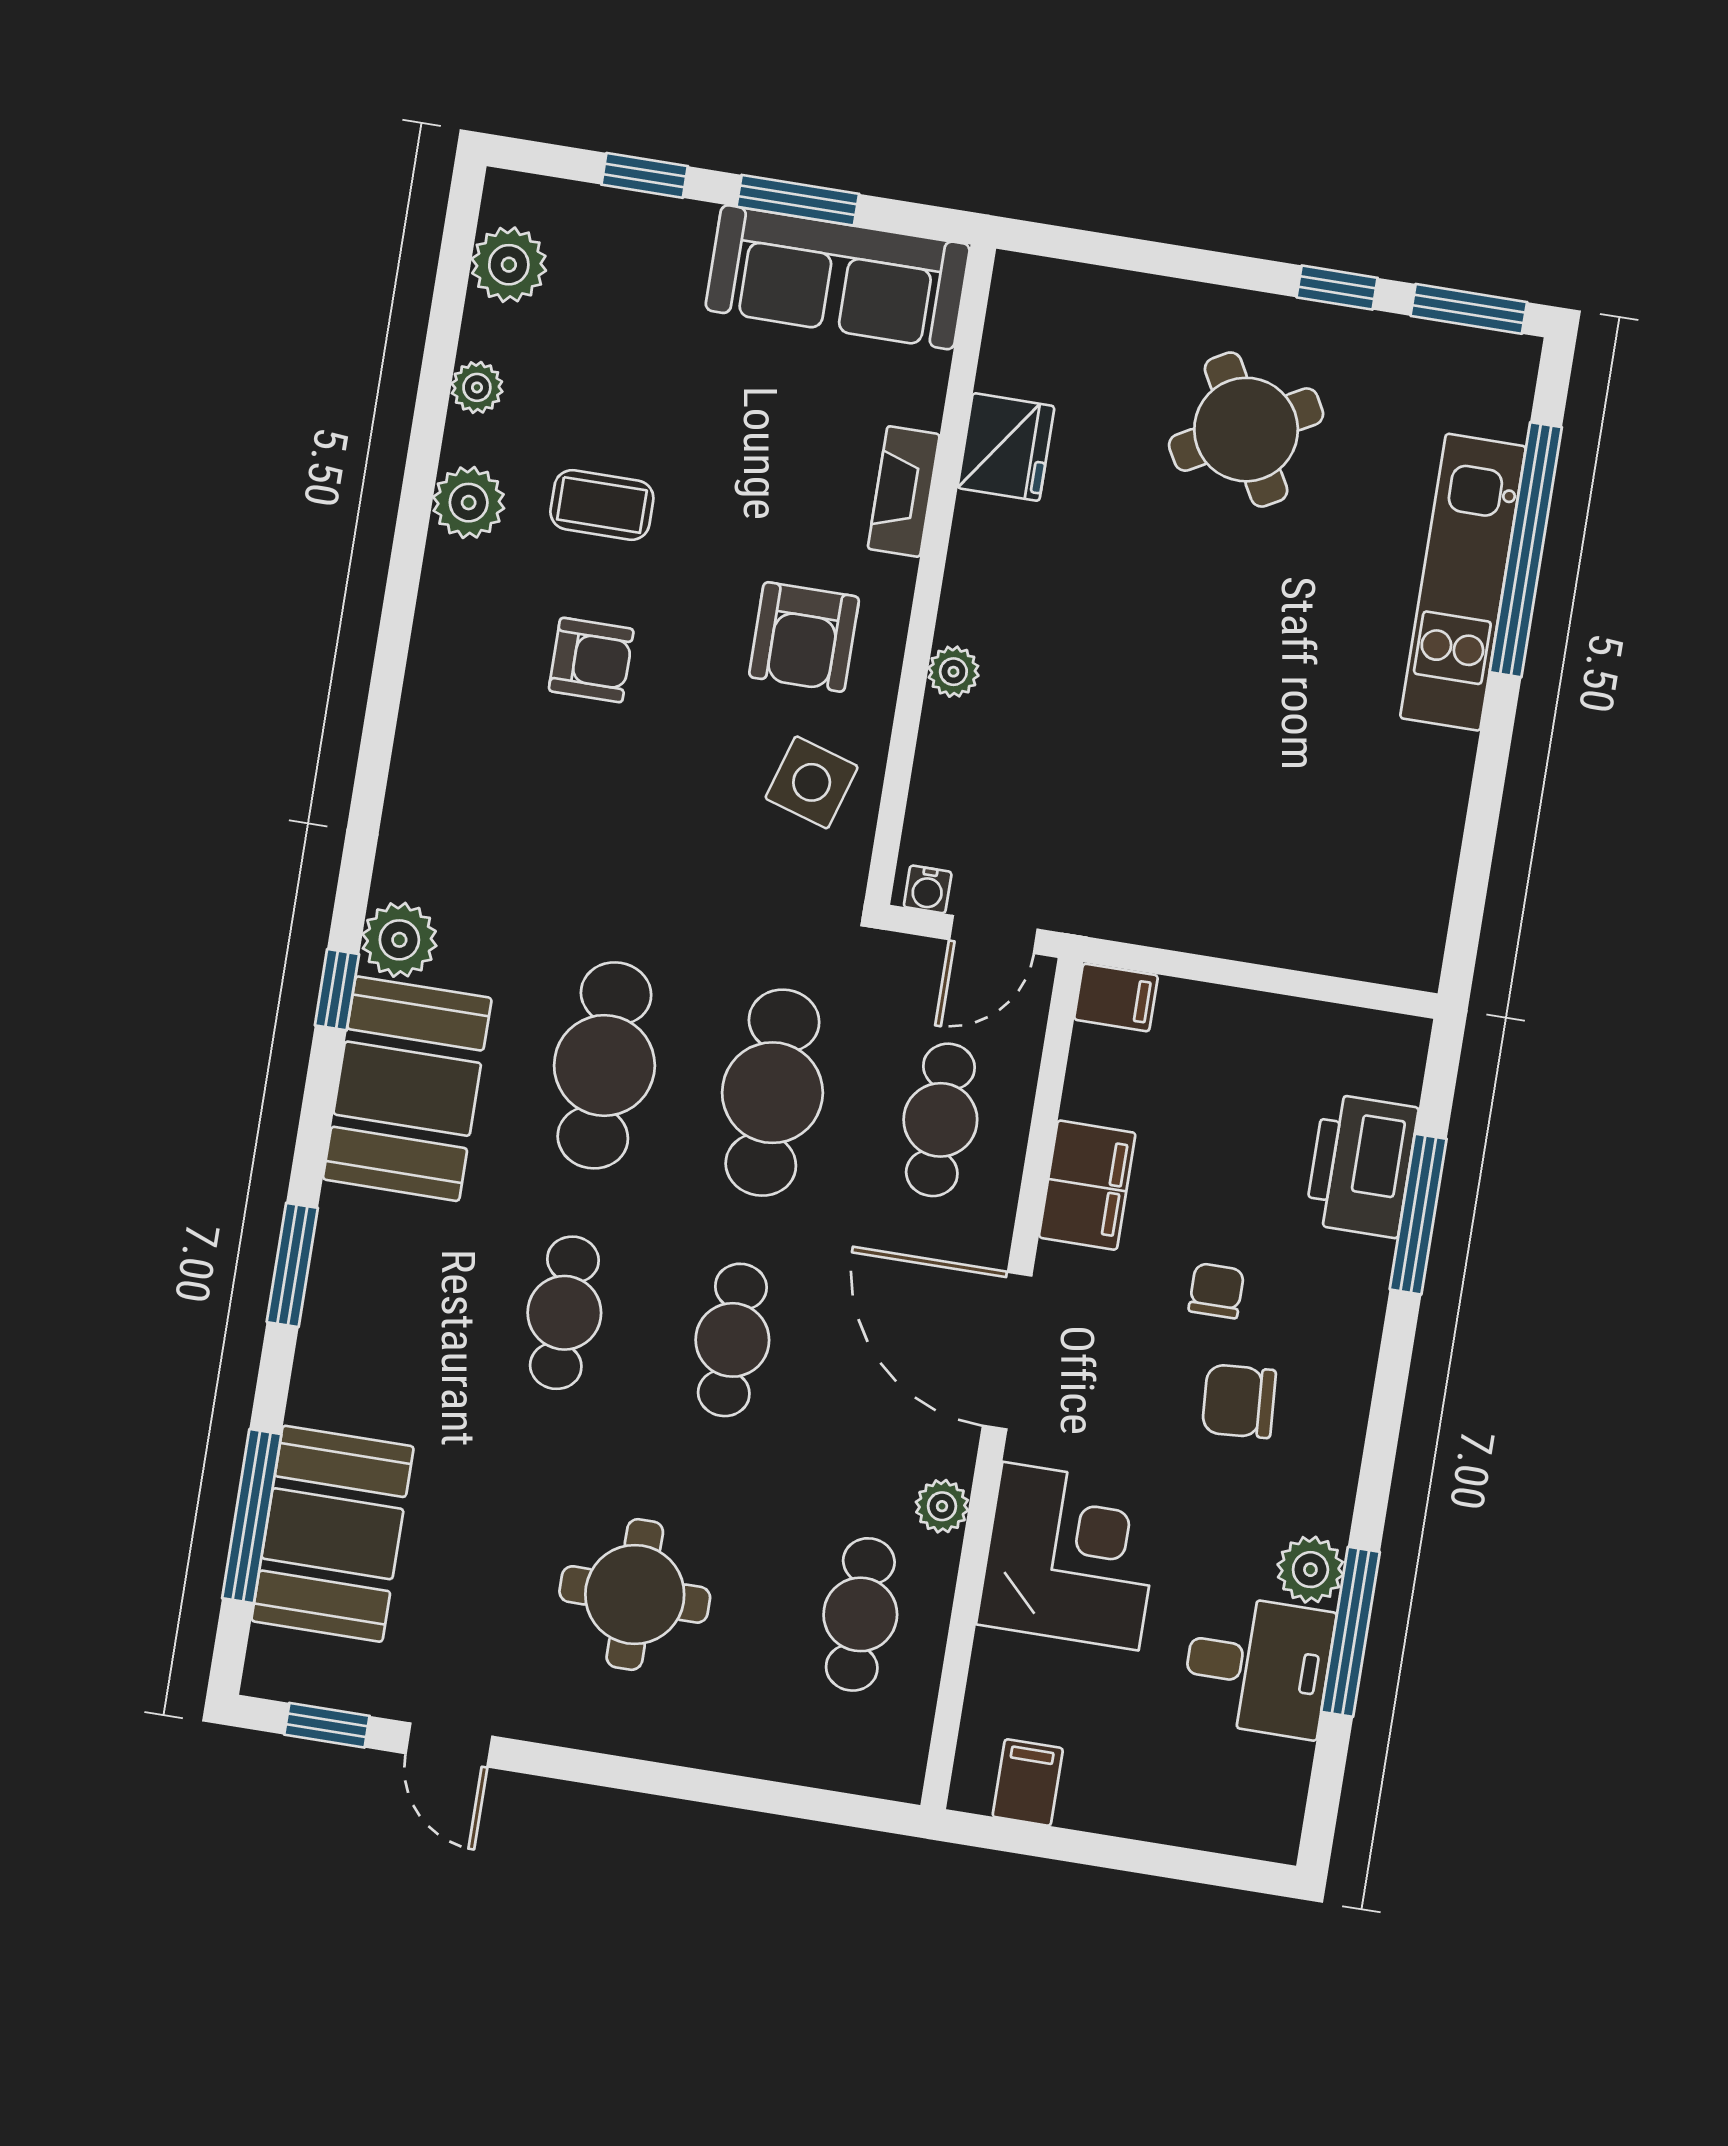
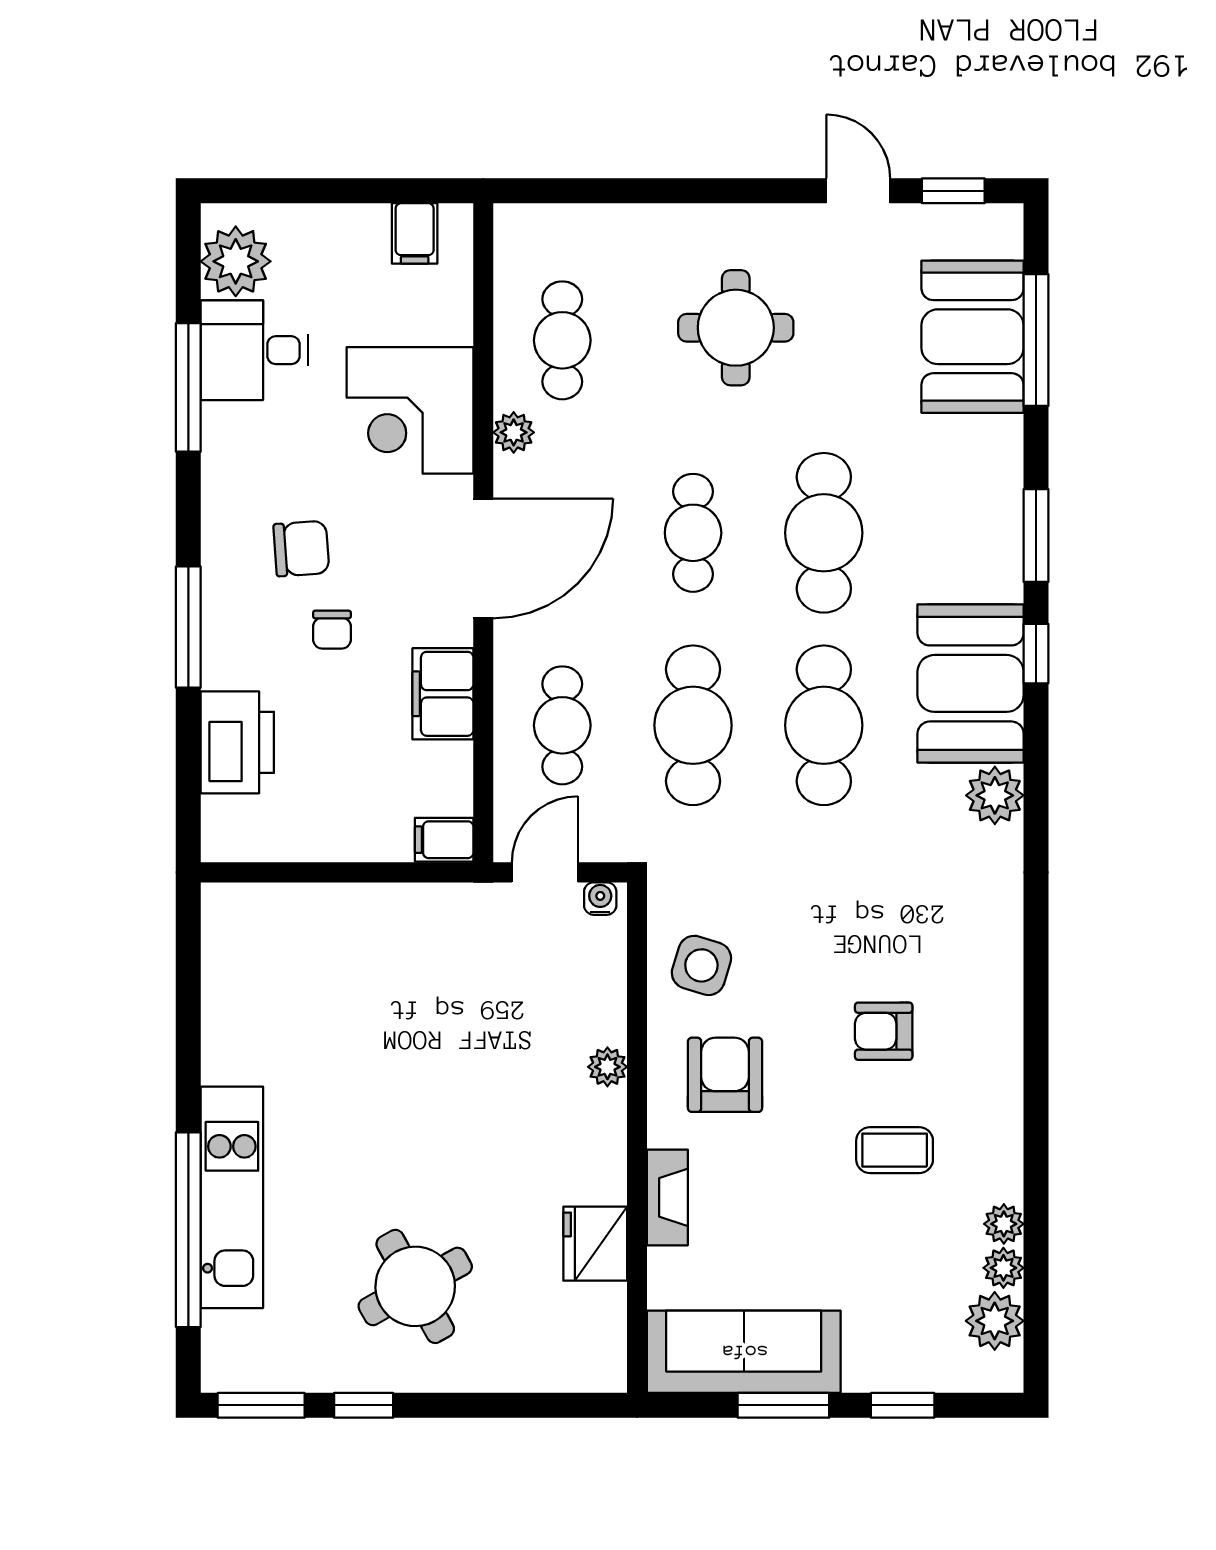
plant: (469, 503) -> (1003, 1268), moved, width x0.73, depth x0.73
window: (337, 990) -> (1036, 654), moved
window: (1418, 1214) -> (188, 627), moved
cafe table: (564, 1313) -> (824, 533), width x1.37, depth x1.35
door: (1007, 1351) -> (483, 558), hinge flipped
plant: (1310, 1570) -> (236, 261), moved, width x1.36, depth x1.36

